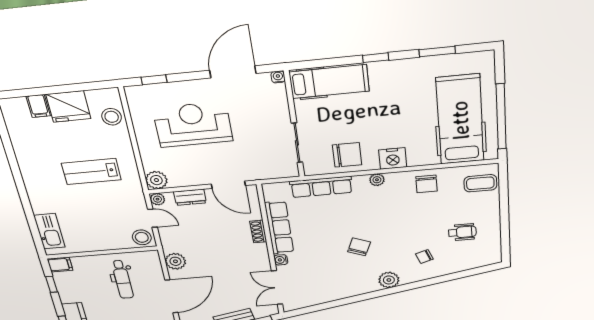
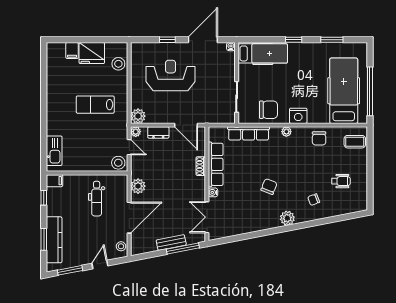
window: (154, 80) -> (167, 40), moved

